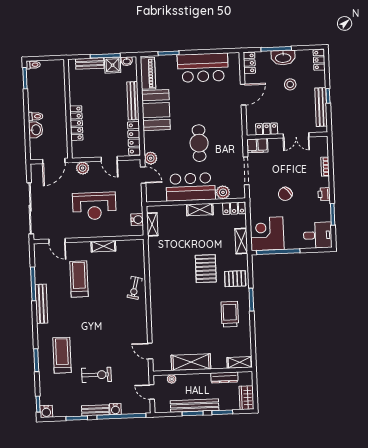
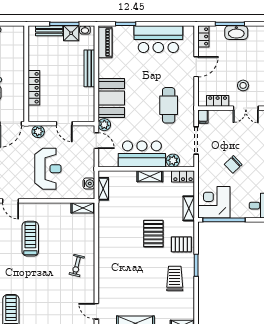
stool: (290, 84) -> (243, 85), moved
booth: (156, 110) -> (111, 98), moved
locker: (134, 138) -> (89, 105), removed
cafe table: (199, 143) -> (169, 105), moved
filing cabinet: (257, 146) -> (203, 117), width x0.50
reception desk: (94, 206) -> (48, 169), turned -90
shelving: (103, 246) -> (83, 208), moved
exercise bike: (135, 288) -> (77, 266), moved

